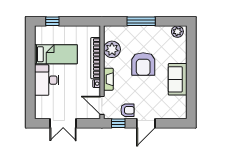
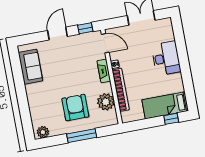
bed: (56, 54) -> (165, 105), moved
armchair: (143, 64) -> (75, 108), moved
sofa: (178, 79) -> (30, 67), moved
armchair: (128, 110) -> (78, 43), removed

